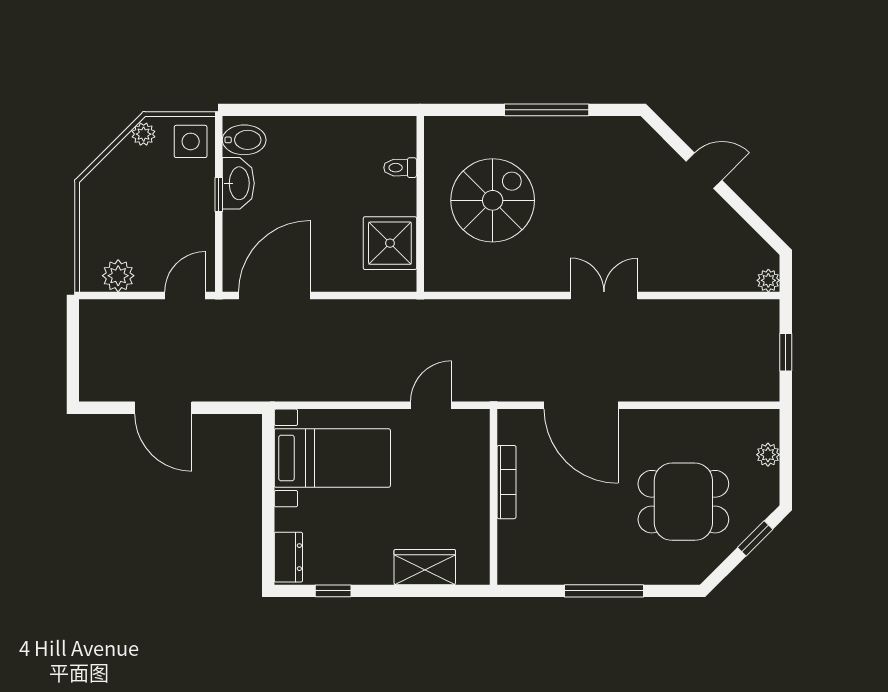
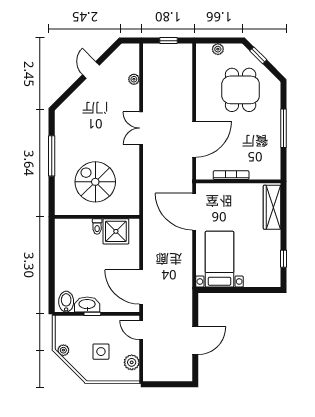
side table: (191, 141) -> (101, 352), moved
toilet: (400, 168) -> (97, 226), moved
door: (704, 171) -> (91, 70), moved
plant: (768, 280) -> (134, 79), moved
door: (431, 405) -> (194, 212), width x1.88
dresser: (288, 557) -> (267, 280), removed
wardrobe: (425, 567) -> (272, 207), width x1.50

